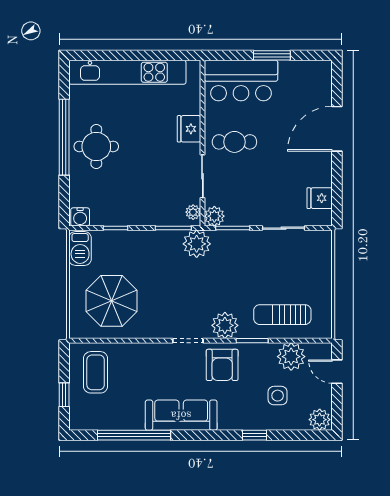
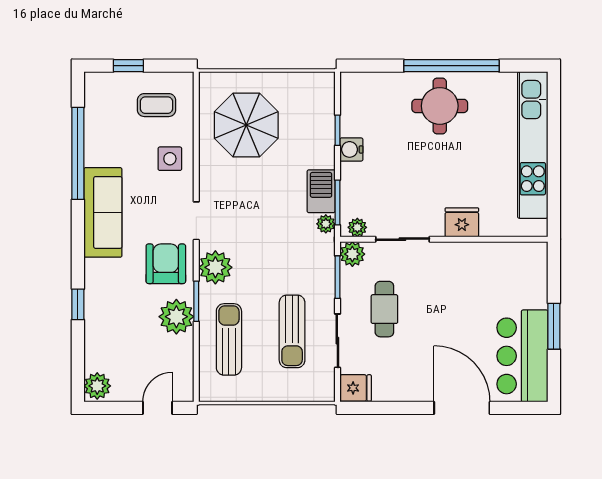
bar counter: (241, 81) -> (522, 356), moved
cafe table: (234, 142) -> (384, 309), moved
fridge: (320, 198) -> (356, 388), moved, turned 90
water cooler: (80, 217) -> (351, 149), moved
plant: (197, 244) -> (326, 224), width x0.53, depth x0.53
barbecue: (80, 248) -> (321, 191), moved, turned 90
sun lounger: (276, 264) -> (292, 331), added
plant: (291, 357) -> (176, 317), moved
armchair: (222, 365) -> (166, 264), turned 90
coffee table: (96, 372) -> (157, 105), width x0.73, depth x0.77
side table: (278, 396) -> (170, 159), moved

